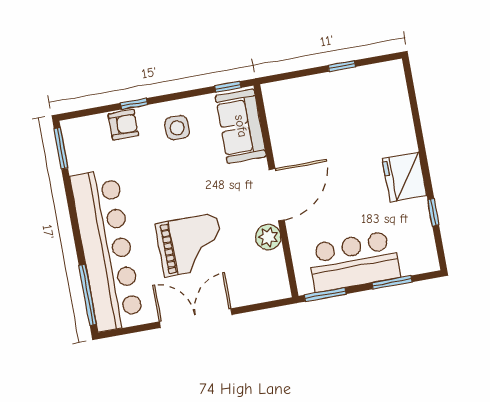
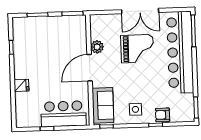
fridge: (404, 177) -> (21, 85), moved, width x0.53, depth x0.75
grand piano: (191, 245) -> (137, 49), turned 180
bar counter: (354, 261) -> (63, 114), moved, turned 180

